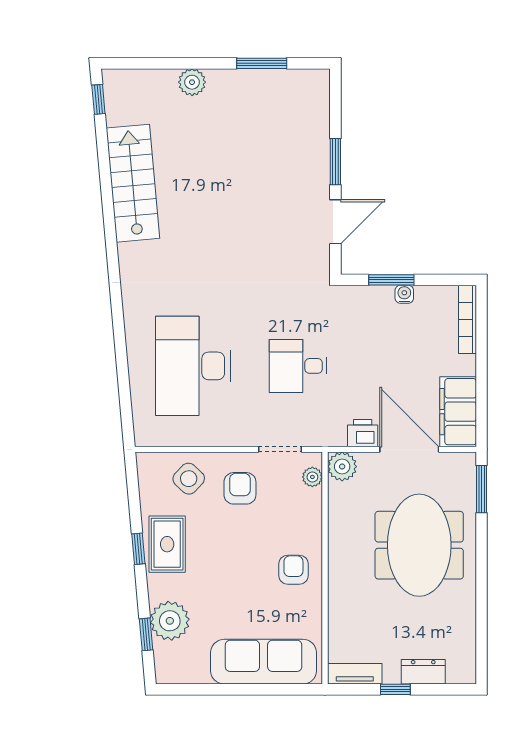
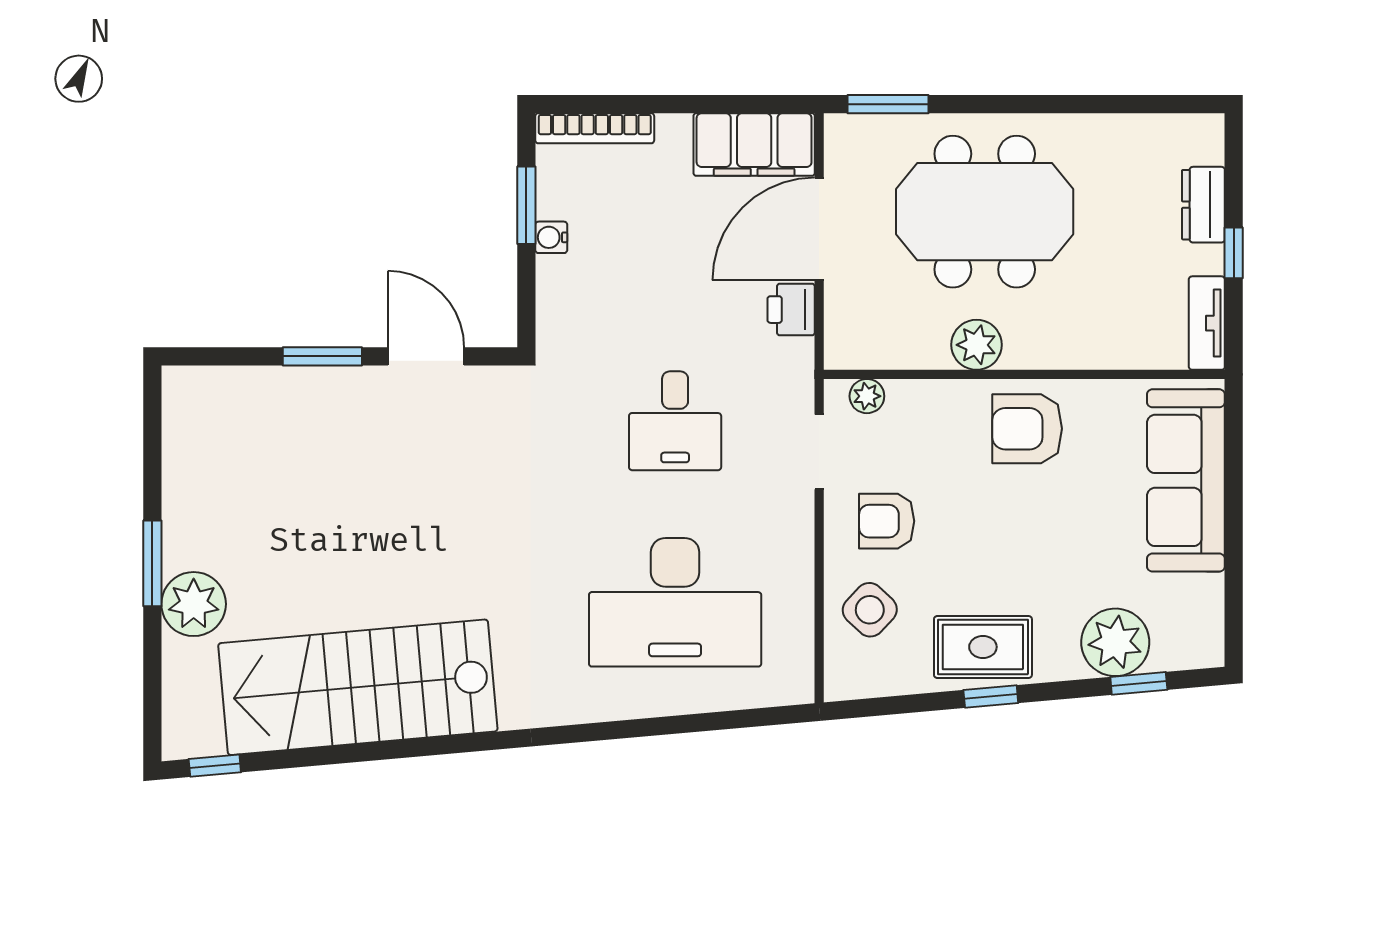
window: (262, 63) -> (152, 563), moved
plant: (192, 82) -> (194, 604), width x1.36, depth x1.36
stairs: (133, 183) -> (358, 687), width x1.36, depth x1.51
window: (391, 280) -> (526, 205), moved
plant: (342, 467) -> (977, 345), moved
armchair: (293, 570) -> (1027, 429), width x1.38, depth x1.38

